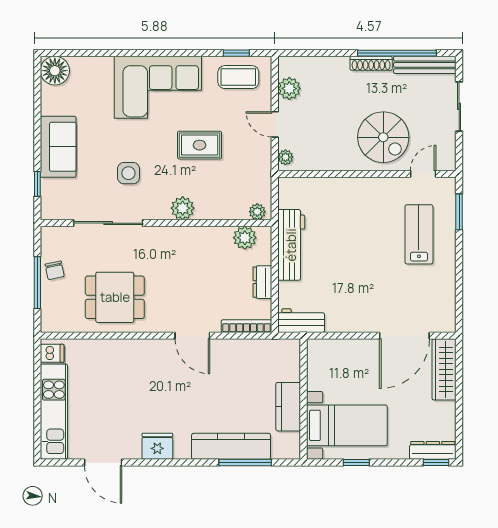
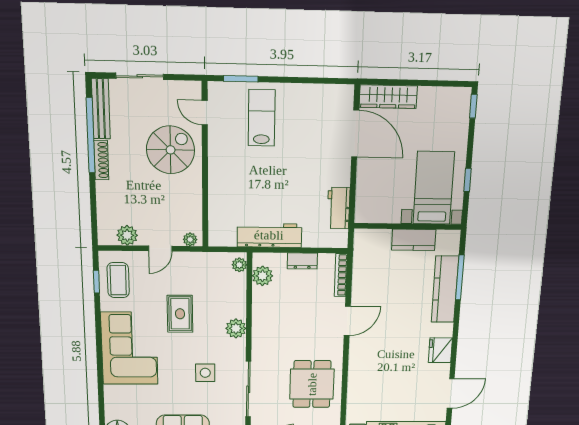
lab bench: (419, 234) -> (262, 118), turned 90
workbench: (301, 321) -> (339, 208), moved
dresser: (433, 450) -> (462, 109), removed

